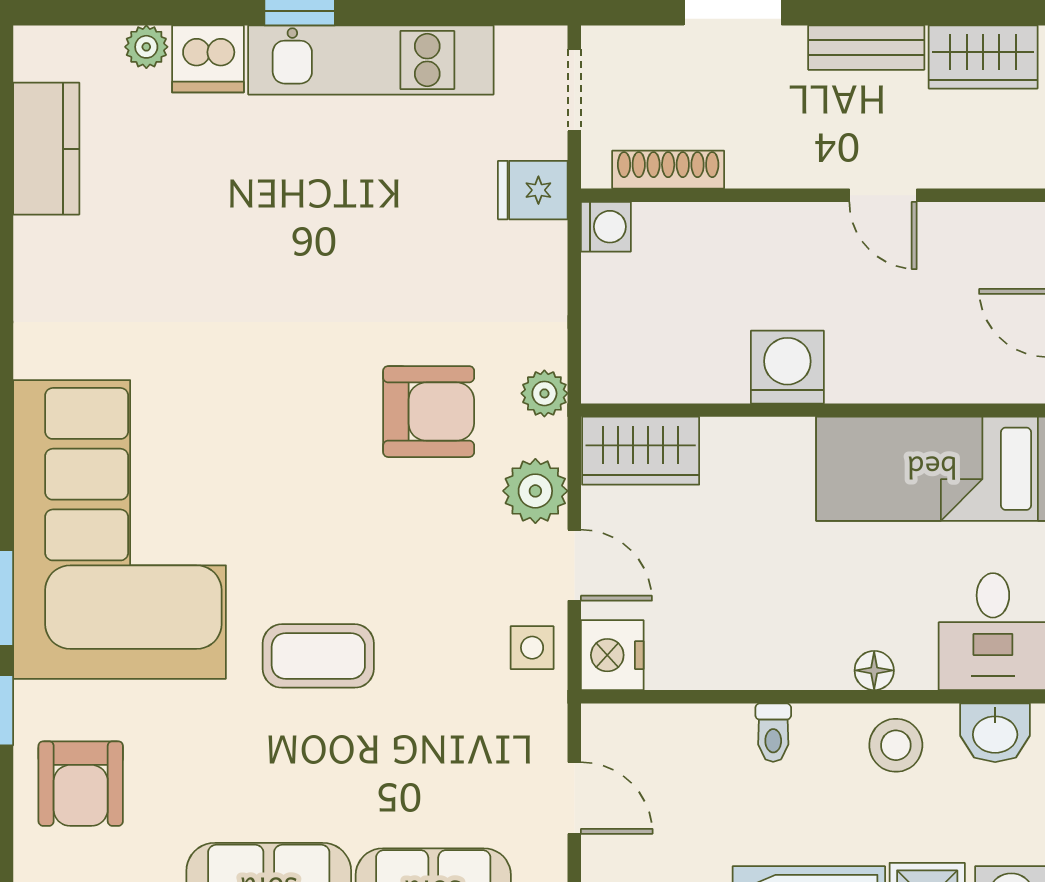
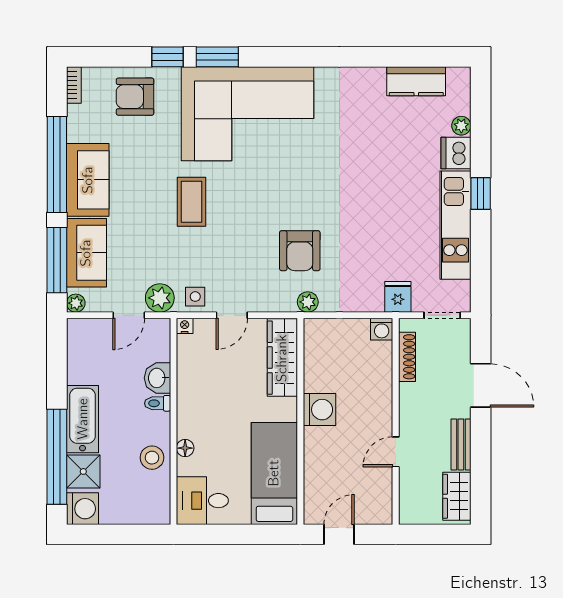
wardrobe: (641, 451) -> (282, 358), width x1.50
plant: (535, 491) -> (160, 298), moved
nightstand: (612, 655) -> (185, 326), width x0.53, depth x0.56
washbasin: (995, 733) -> (158, 378), moved

